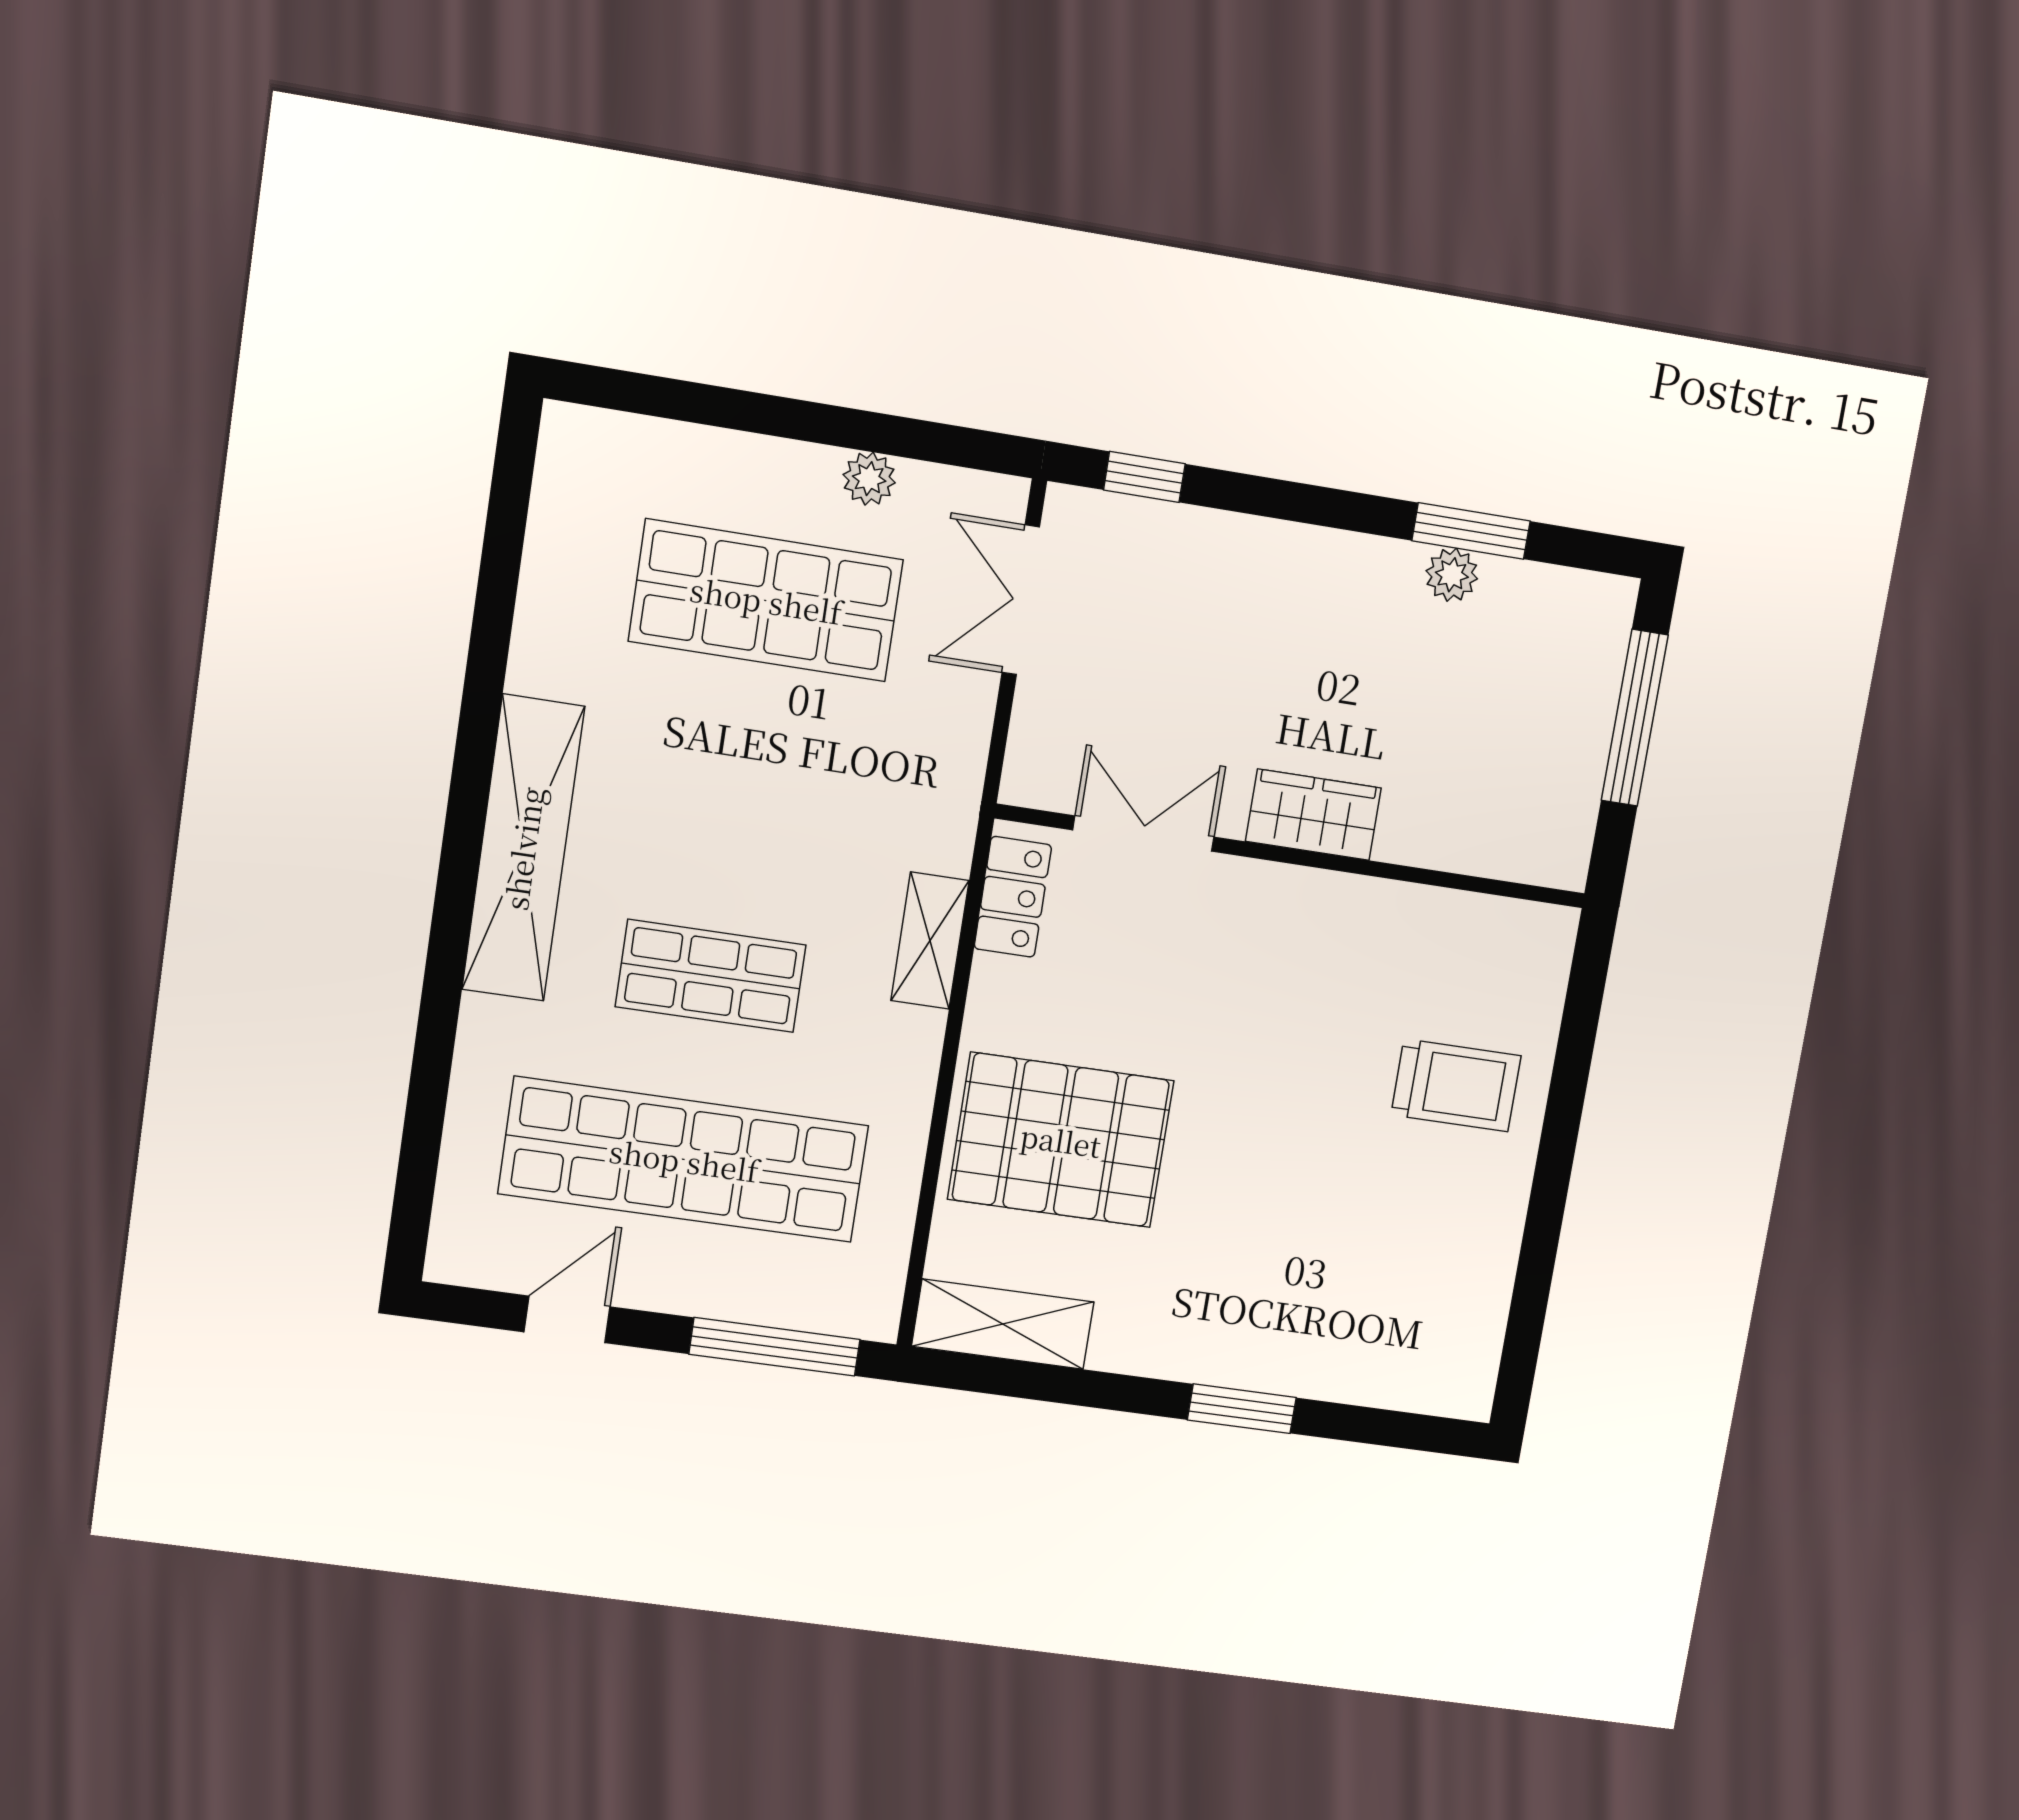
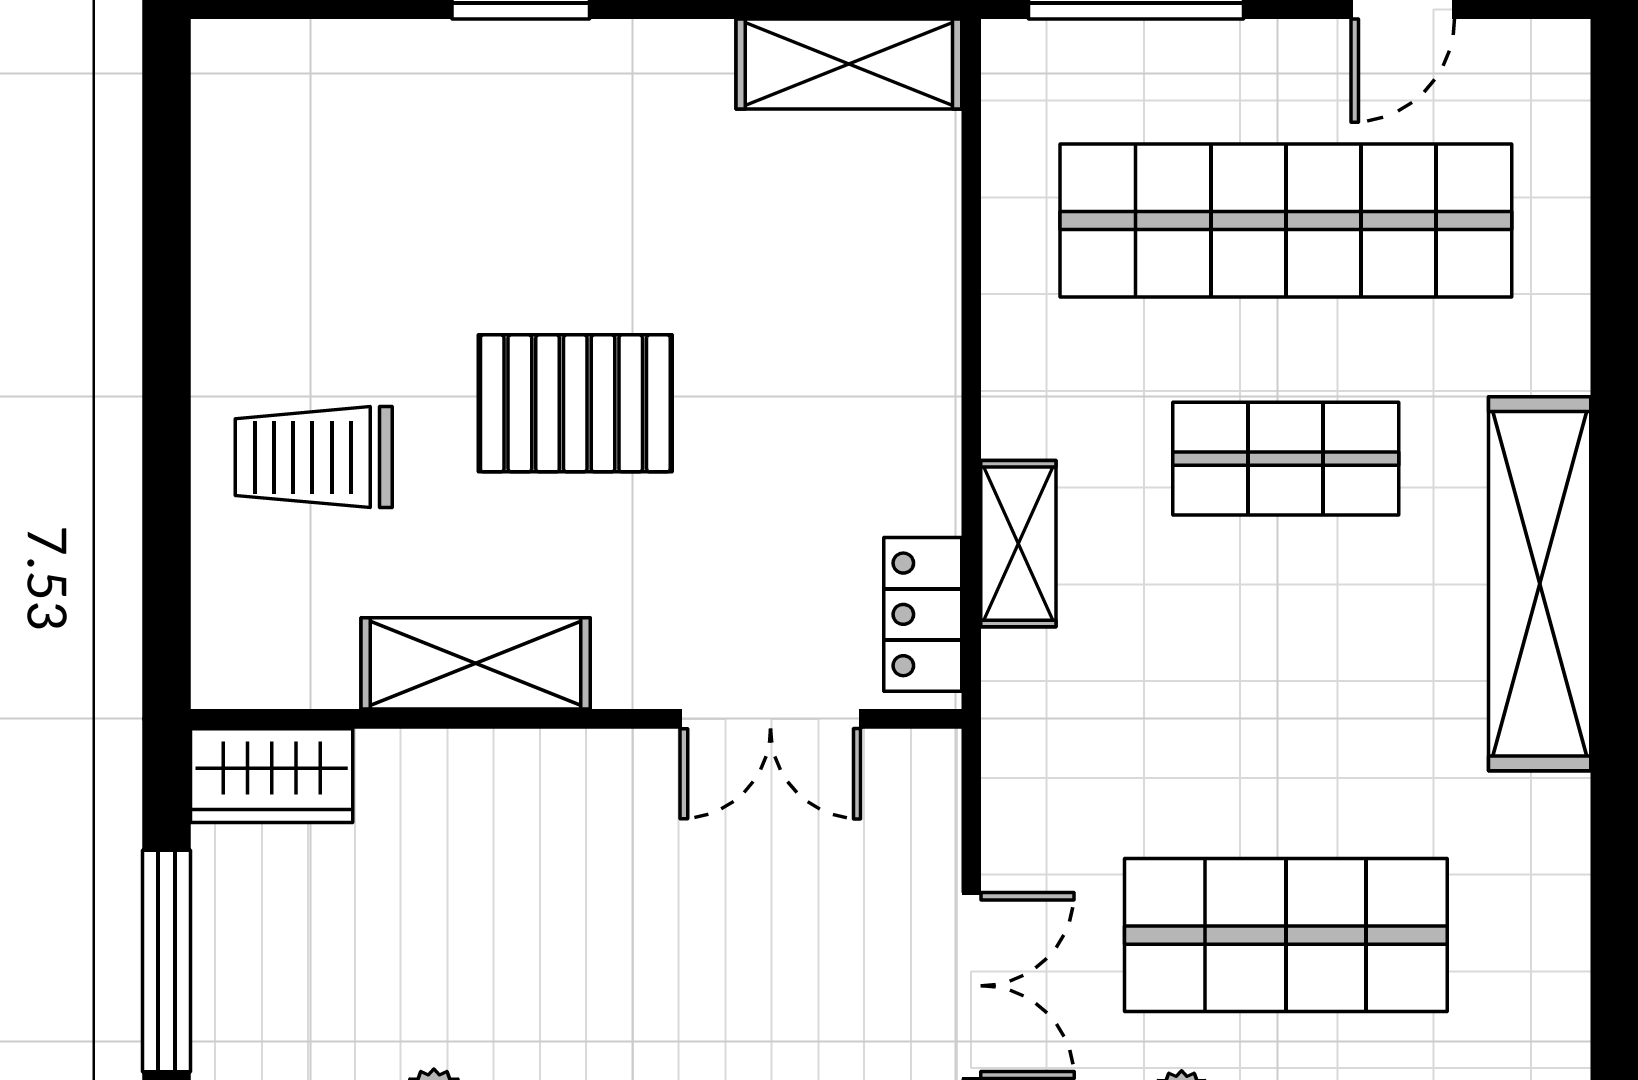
wardrobe: (1313, 815) -> (272, 776), moved
shelving: (1362, 911) -> (476, 663), added
pallet: (1061, 1140) -> (575, 403), moved, width x0.73, depth x0.71

